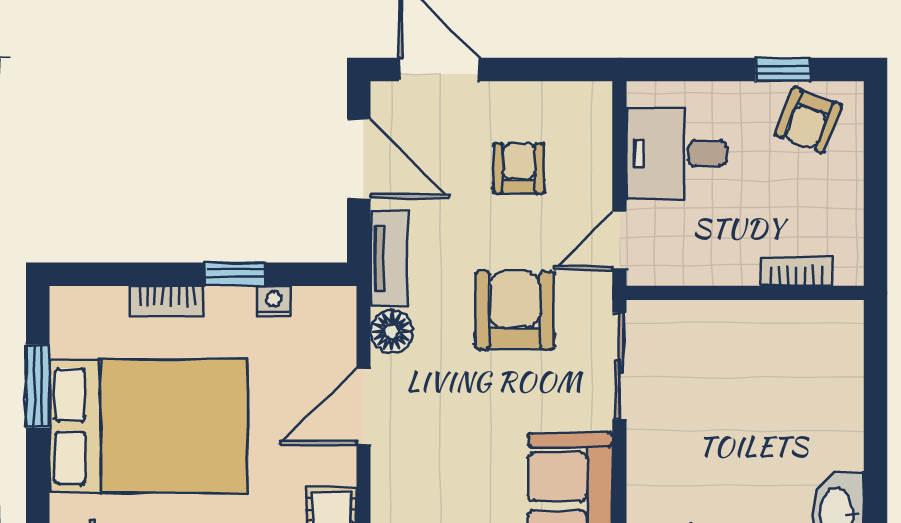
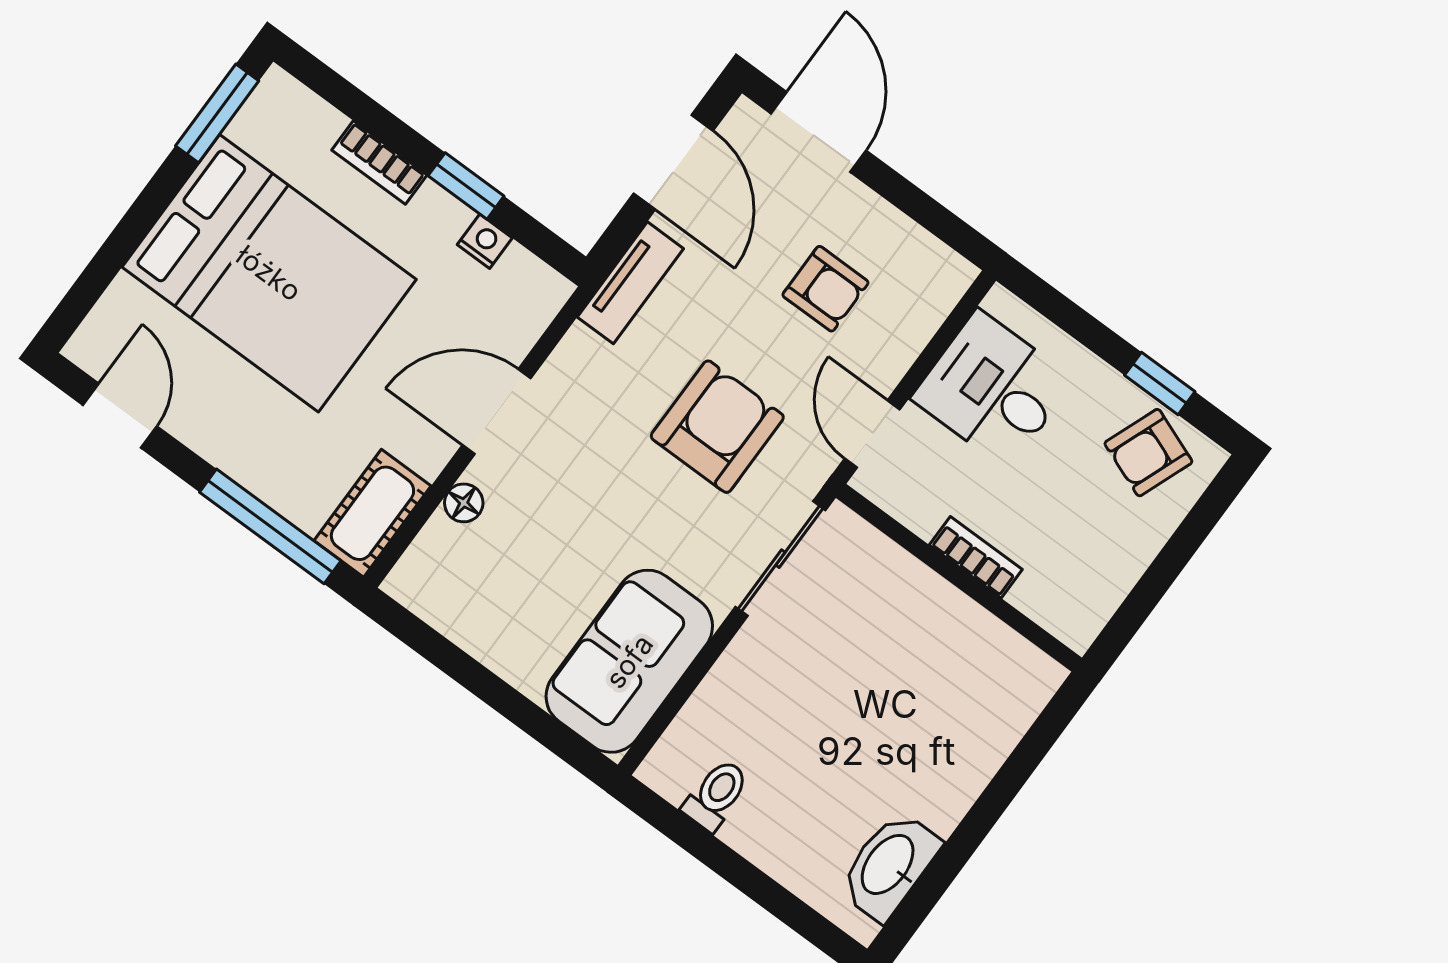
armchair: (519, 168) -> (825, 289), turned 90
door: (619, 241) -> (872, 434), hinge flipped
bookcase: (796, 271) -> (976, 557), moved
floor lamp: (392, 331) -> (464, 503), moved, width x0.73, depth x0.73
window: (38, 386) -> (217, 113), moved

